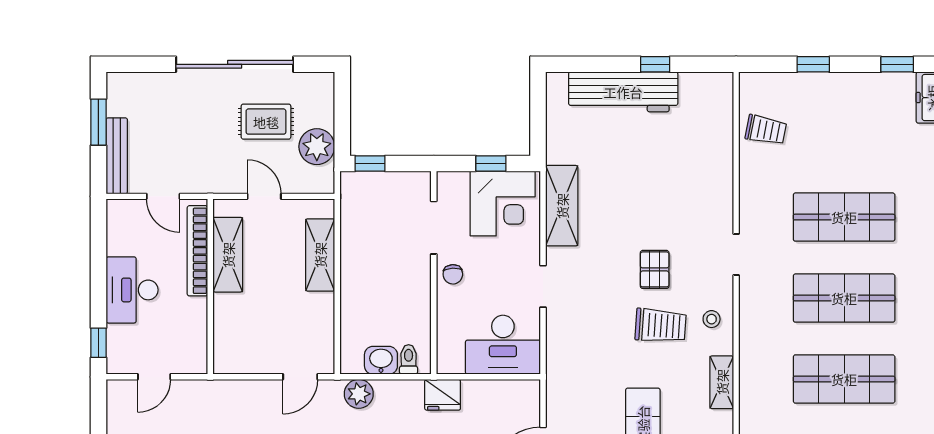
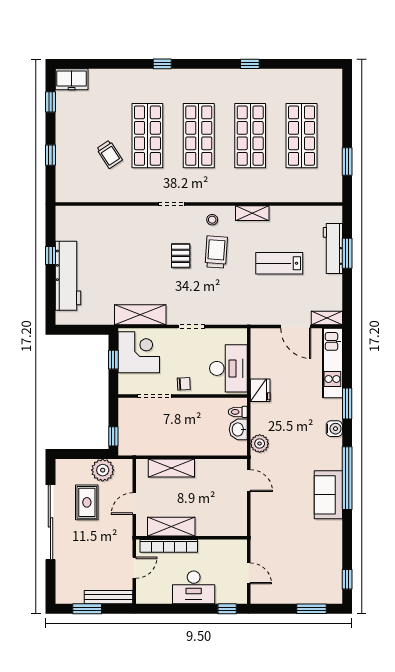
trolley: (766, 130) -> (109, 154), moved, turned 136
pallet: (655, 269) -> (181, 256), turned 90
desk: (503, 345) -> (228, 368), moved

